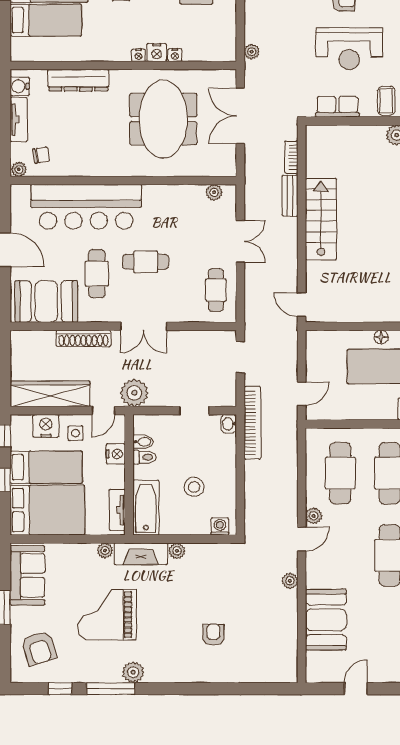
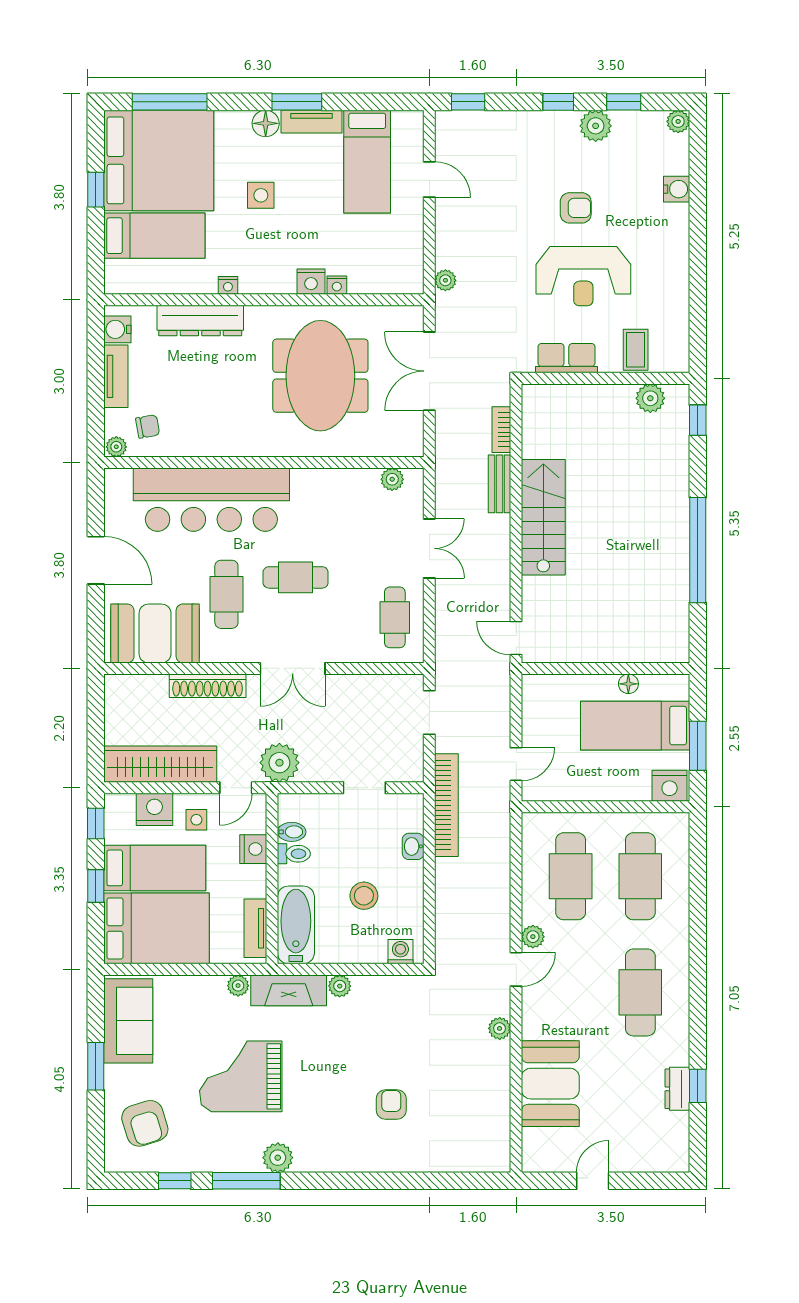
nightstand: (139, 55) -> (228, 285), moved
washbasin: (229, 424) -> (413, 846), moved

